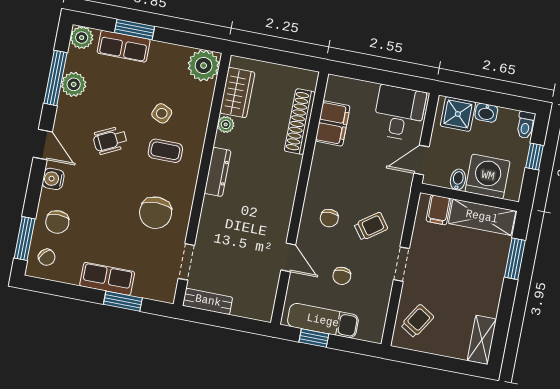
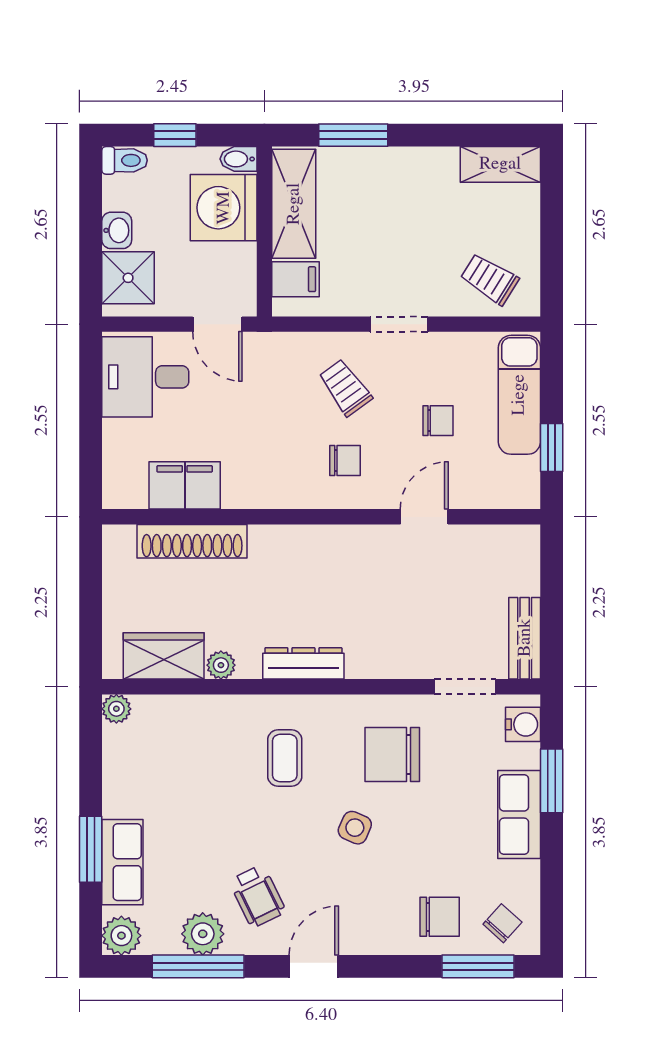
plant: (204, 66) -> (116, 709), width x0.53, depth x0.53
side table: (162, 113) -> (355, 828), moved
wheelchair: (110, 140) -> (257, 896), moved
water cooler: (53, 179) -> (523, 724), moved, turned -90
bidet: (458, 180) -> (239, 159), moved
chair: (156, 213) -> (392, 754), turned 180
exam couch: (323, 321) -> (519, 395), moved

